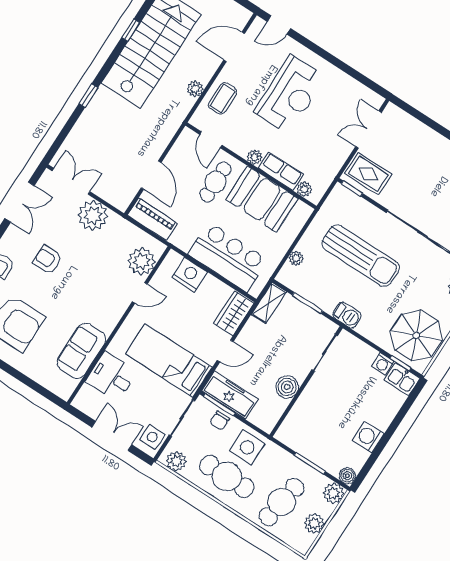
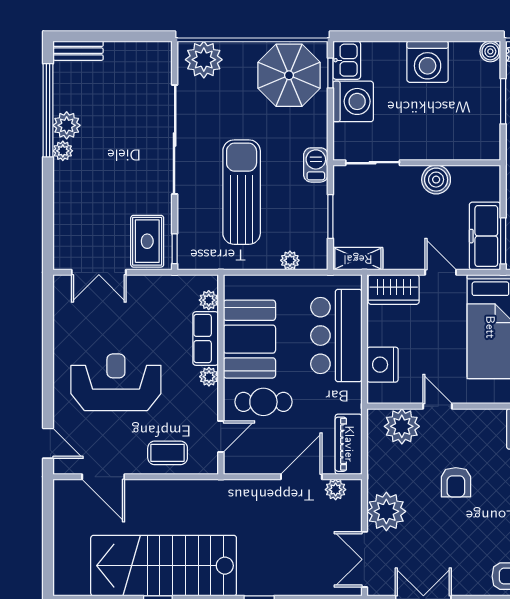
plant: (195, 89) -> (336, 490), moved
armchair: (48, 260) -> (456, 482), moved
washing machine: (383, 364) -> (353, 101), width x1.89, depth x1.89
washing machine: (368, 437) -> (428, 62), width x1.37, depth x1.37

